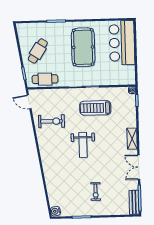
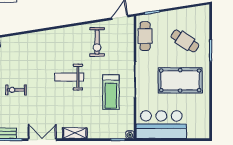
bar counter: (122, 43) -> (161, 125), moved
cafe table: (38, 51) -> (185, 41), moved
treadmill: (95, 108) -> (111, 92), turned 180

